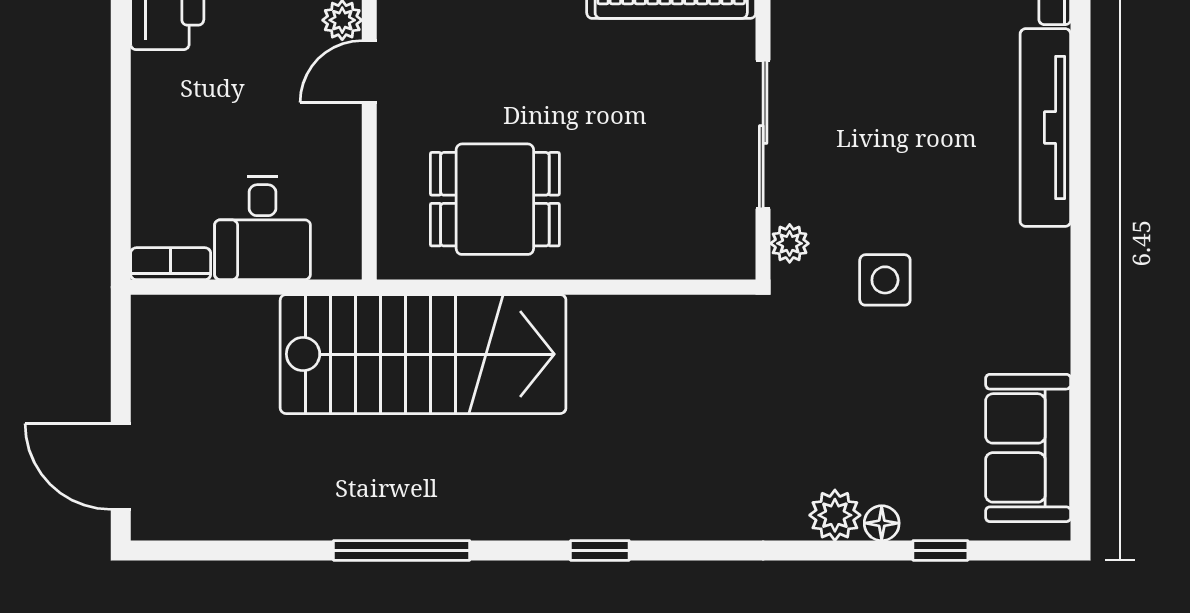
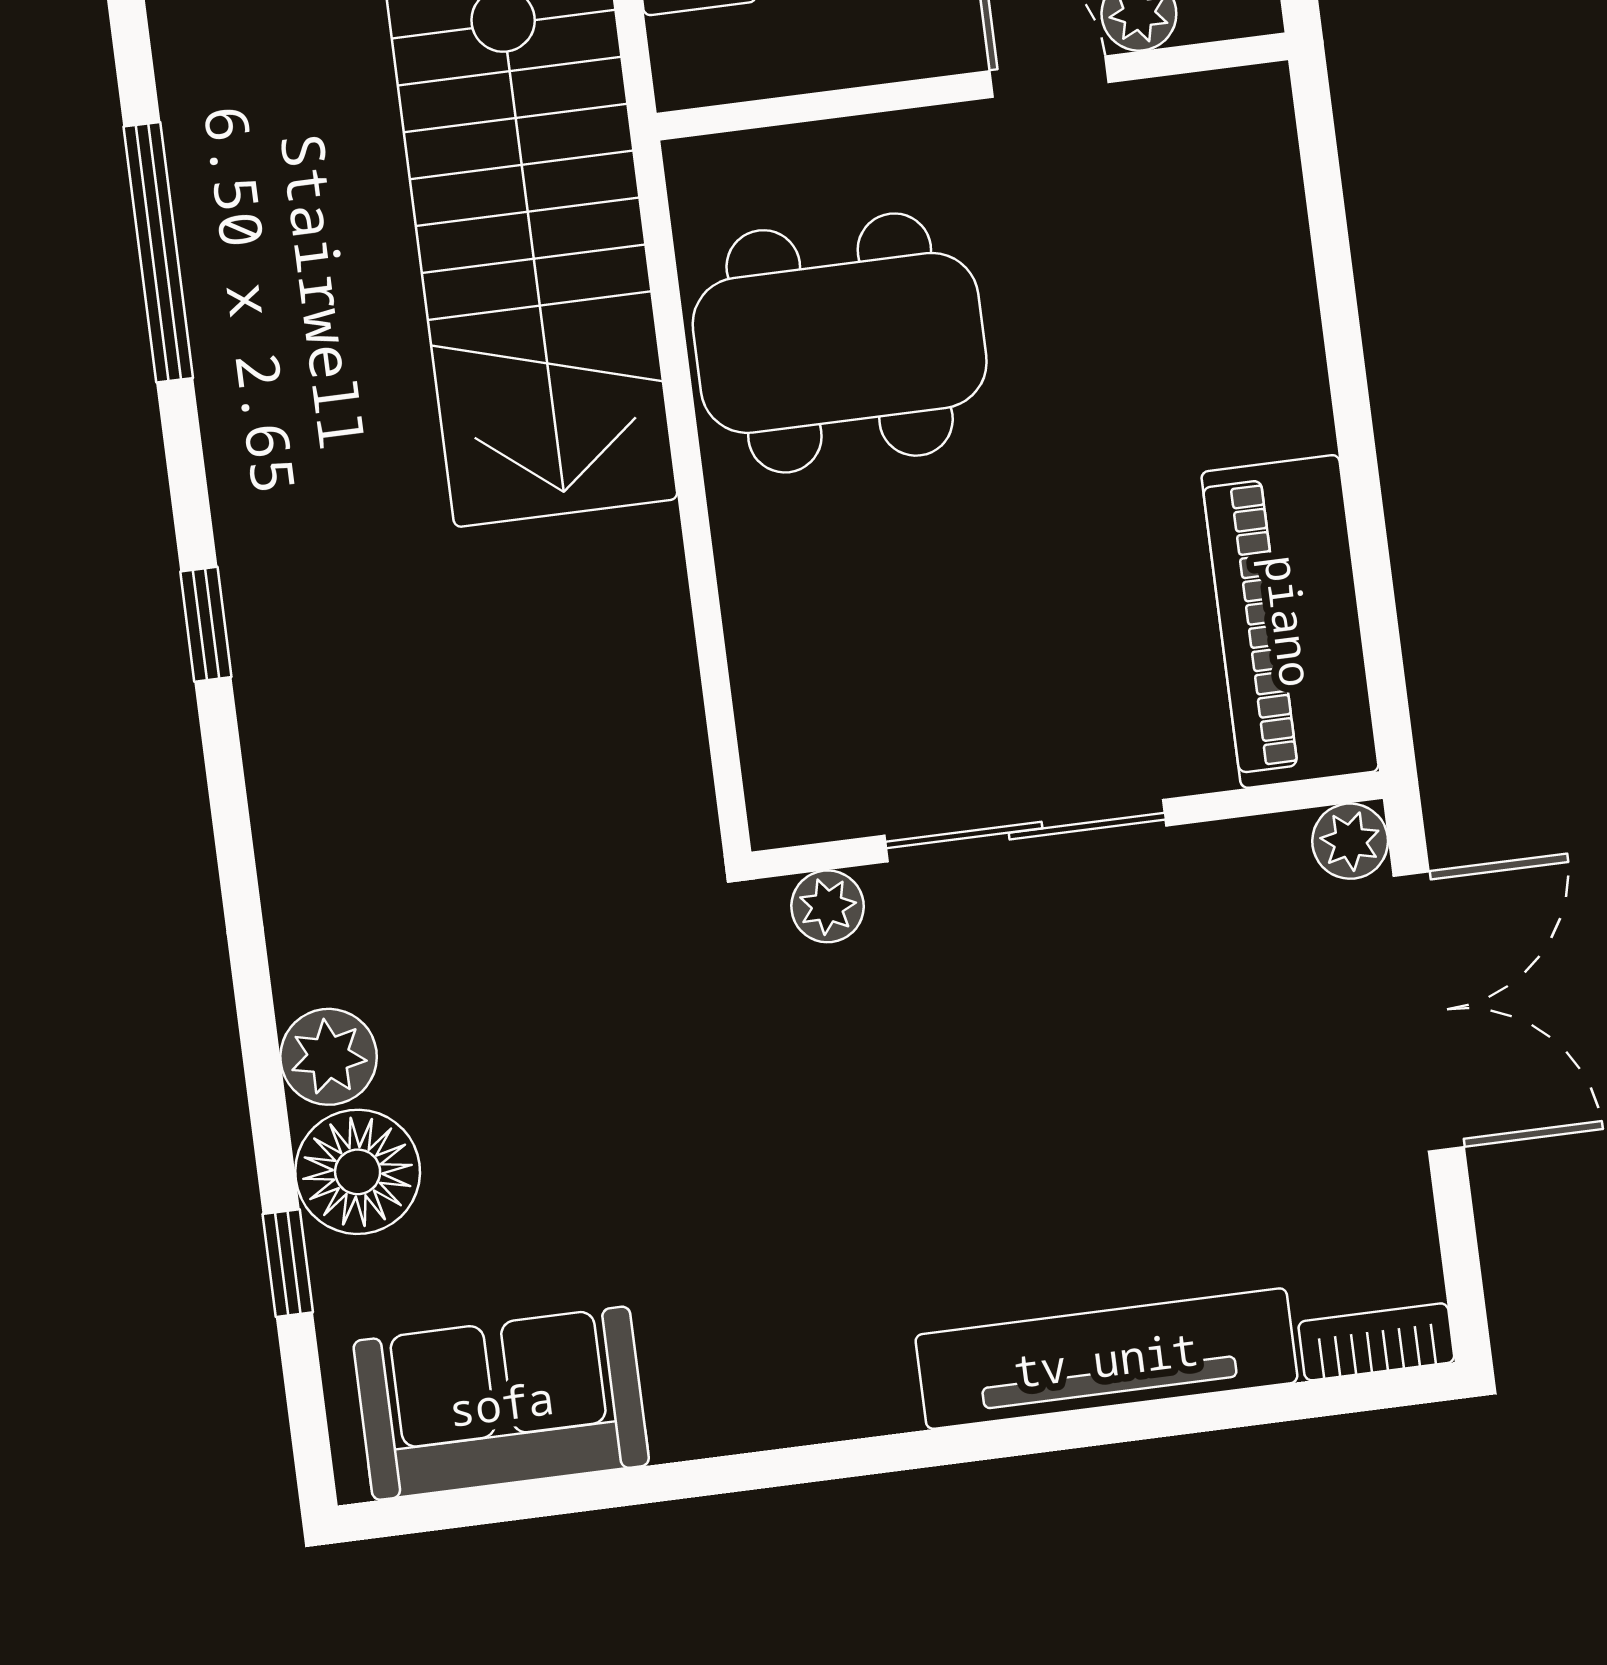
dining table: (495, 199) -> (840, 343), width x1.38
side table: (885, 280) -> (782, 1094), removed
floor lamp: (882, 523) -> (358, 1172), width x1.89, depth x1.89

